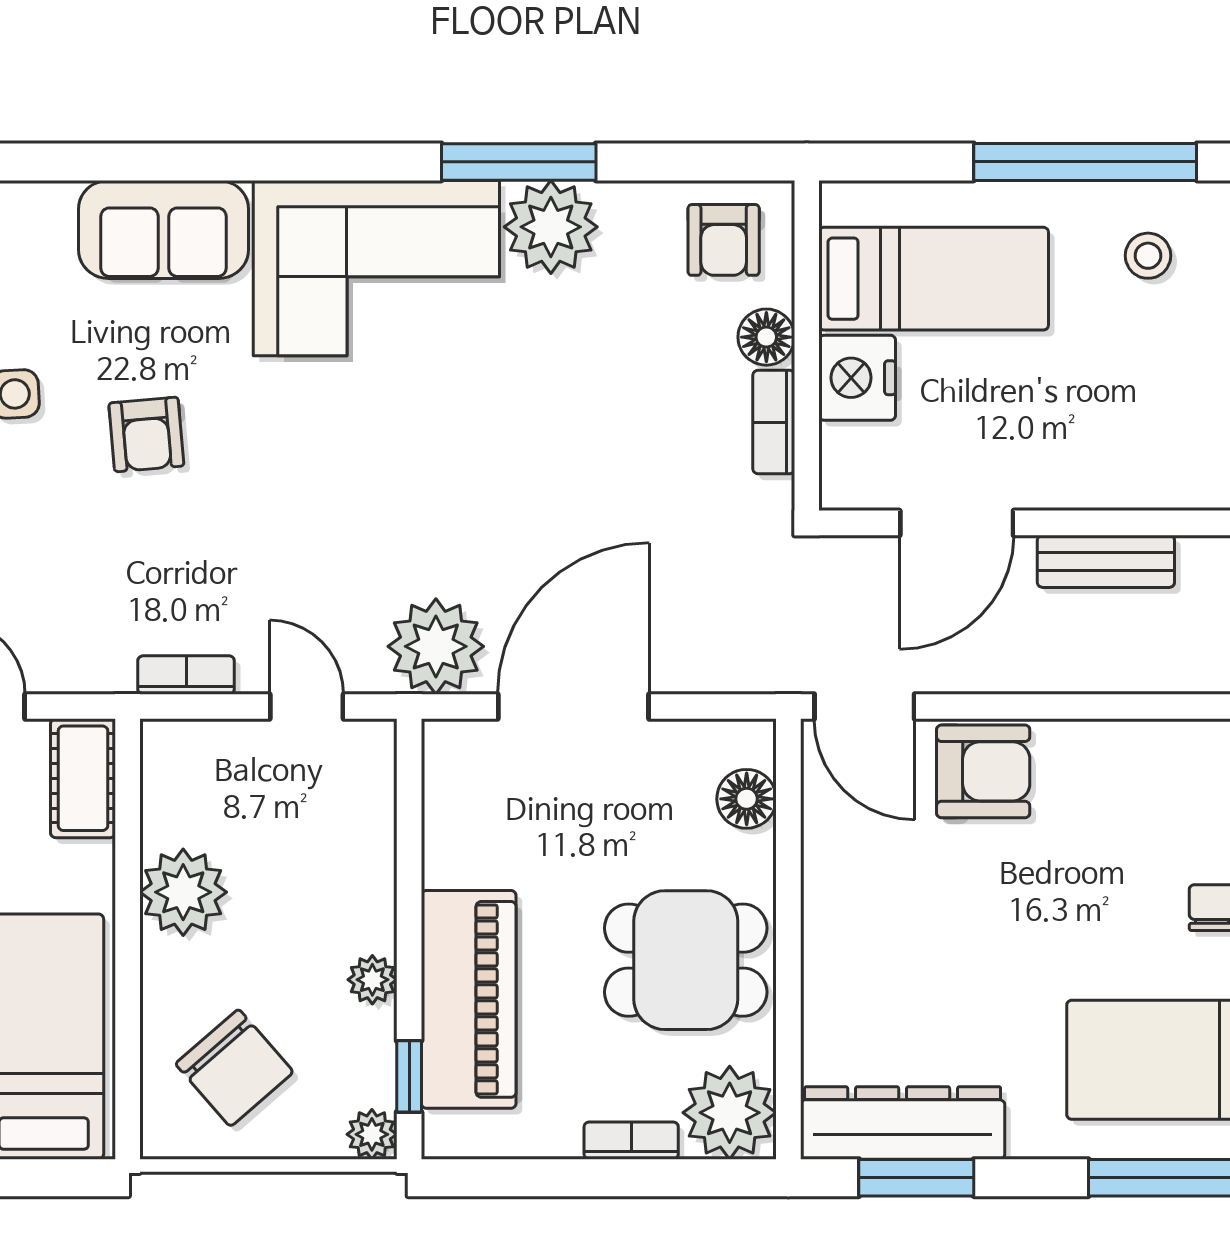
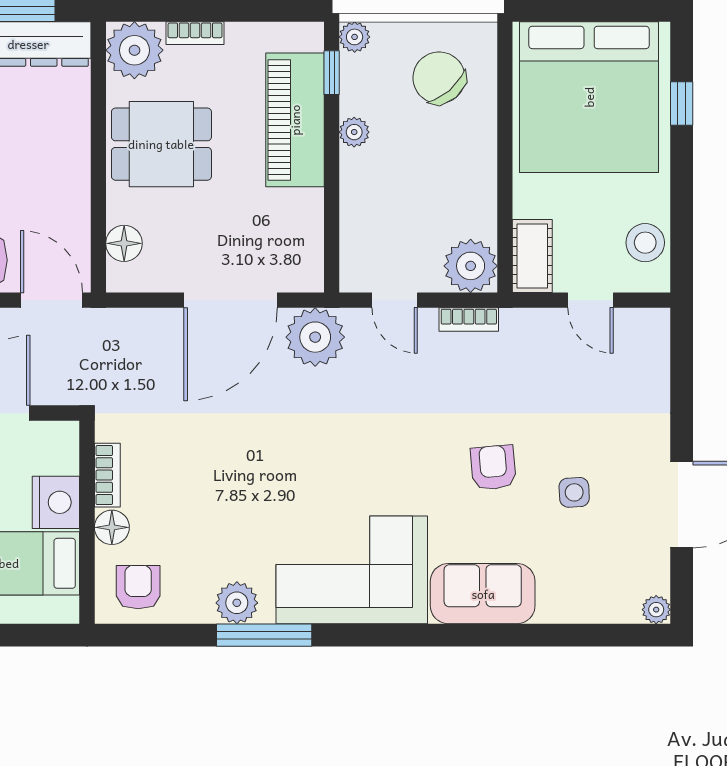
plant: (551, 227) -> (237, 603), width x0.73, depth x0.73
plant: (183, 892) -> (471, 266), moved

